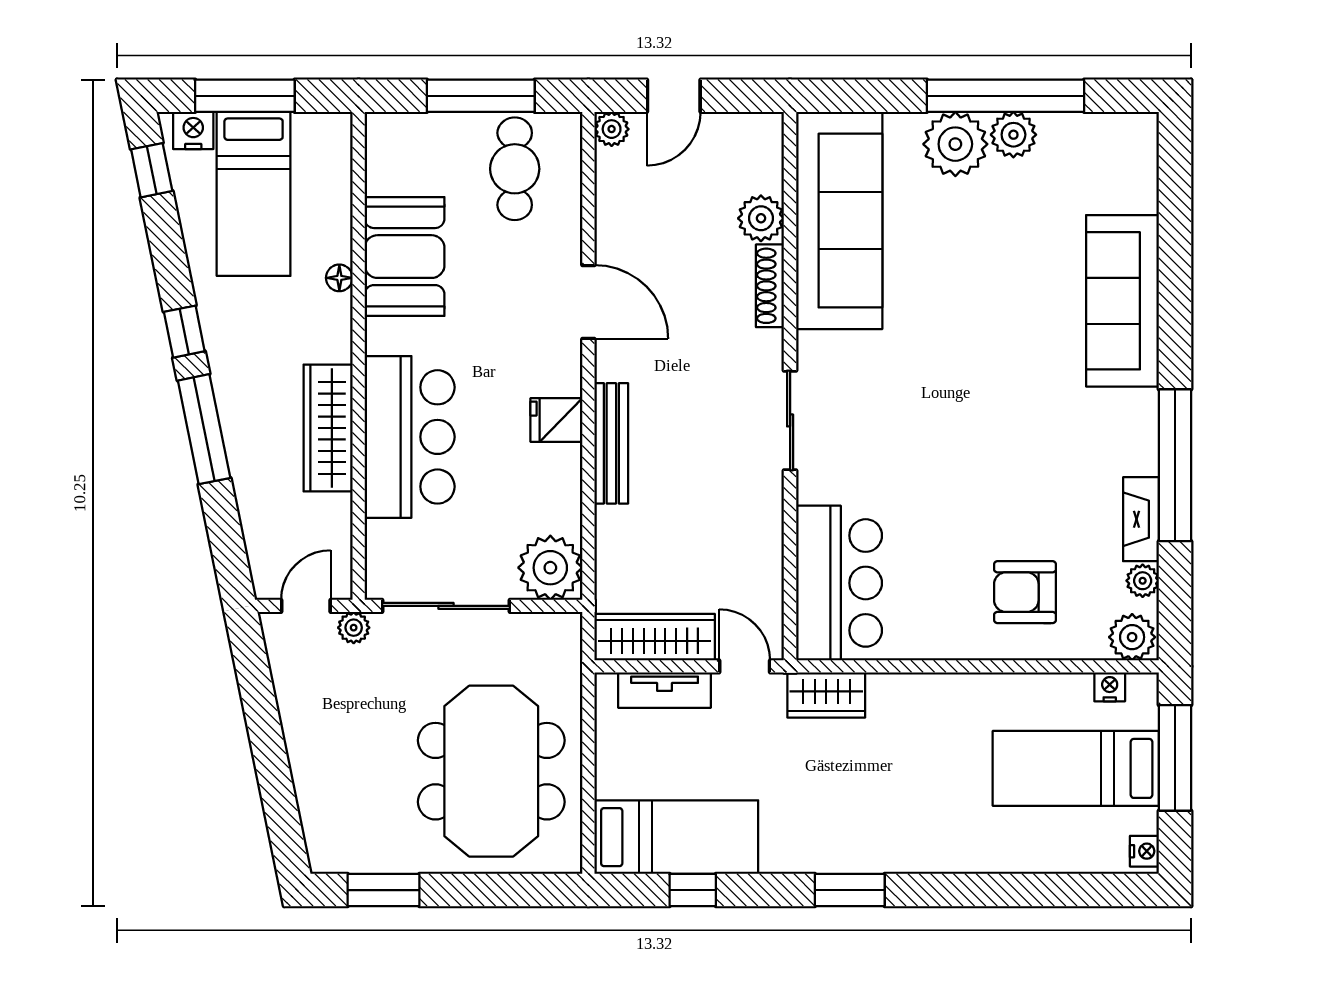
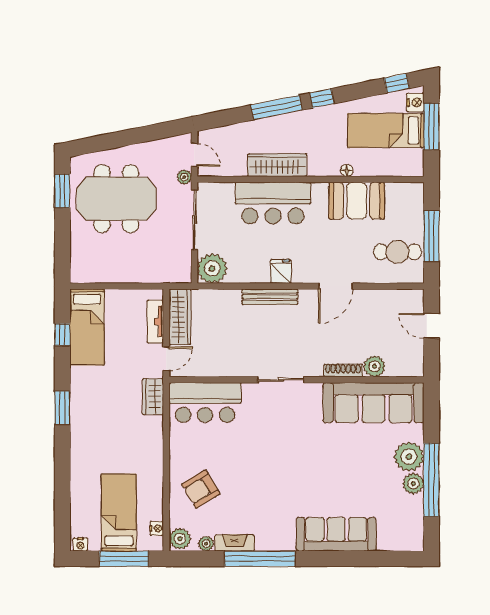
plant: (612, 129) -> (416, 297), removed
armchair: (1025, 592) -> (201, 489), turned -121
meeting table: (491, 771) -> (116, 199), moved

